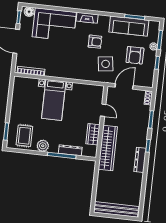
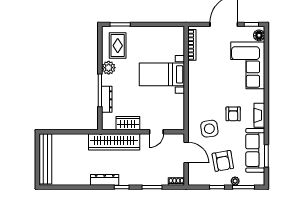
fireplace: (87, 18) -> (259, 115), moved
armchair: (135, 55) -> (223, 161), turned -100
rug: (24, 136) -> (118, 46), turned 90

